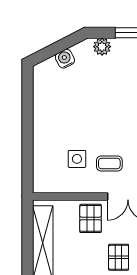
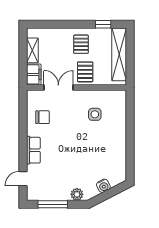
coffee table: (109, 163) -> (72, 111), removed
pallet: (119, 257) -> (81, 44), moved

